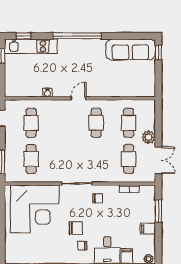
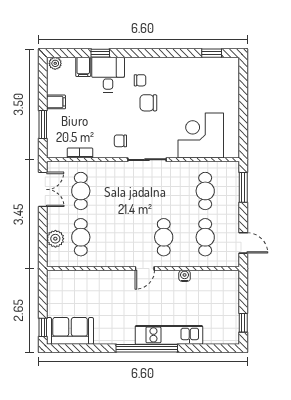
window: (23, 36) -> (215, 348), removed
kitchen unit: (31, 46) -> (169, 335), moved
sofa: (130, 50) -> (70, 331), width x0.73
cafe table: (96, 123) -> (164, 237), moved
plant: (149, 137) -> (55, 239), moved
double door: (158, 160) -> (43, 189), swing flipped
corner desk: (35, 209) -> (201, 135), width x0.74, depth x0.74

